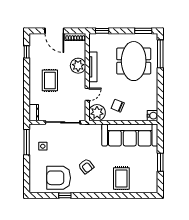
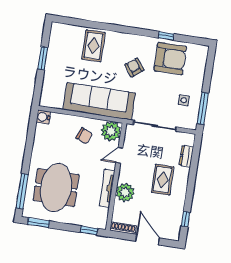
dresser: (34, 113) -> (186, 156), moved
sofa: (130, 135) -> (99, 101), moved

